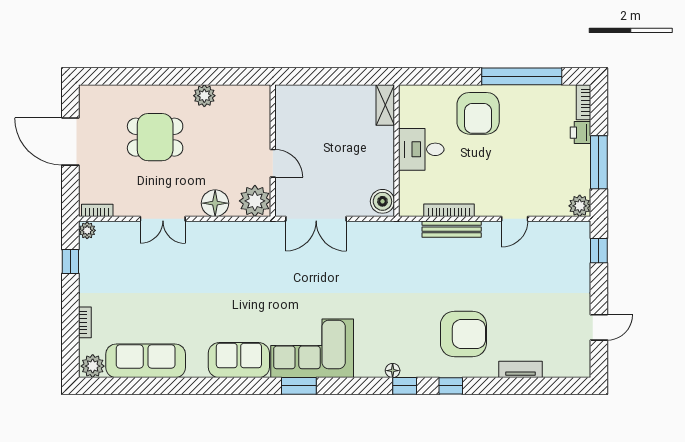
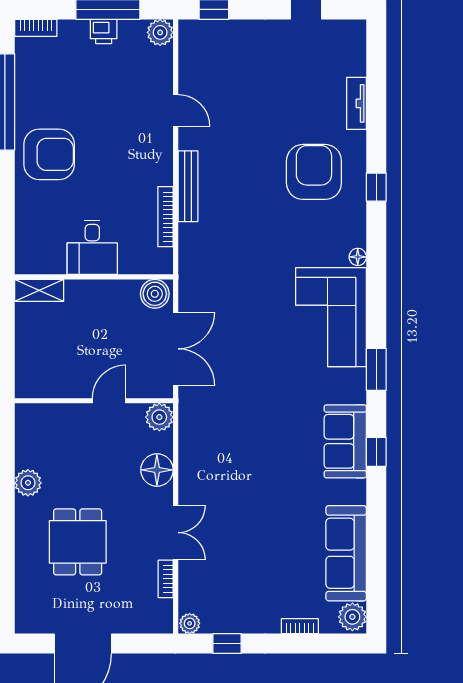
shelving: (385, 105) -> (39, 290), moved
printer: (580, 133) -> (104, 31), moved
desk: (421, 149) -> (92, 247), moved
wall: (397, 151) -> (94, 277), moved
plant: (255, 201) -> (159, 417), width x0.73, depth x0.73
boiler: (382, 201) -> (155, 294), moved
bookcase: (97, 210) -> (166, 579), moved
bookcase: (449, 210) -> (165, 217), moved
corner sofa: (312, 348) -> (331, 317), moved
window: (405, 386) -> (376, 452), moved

